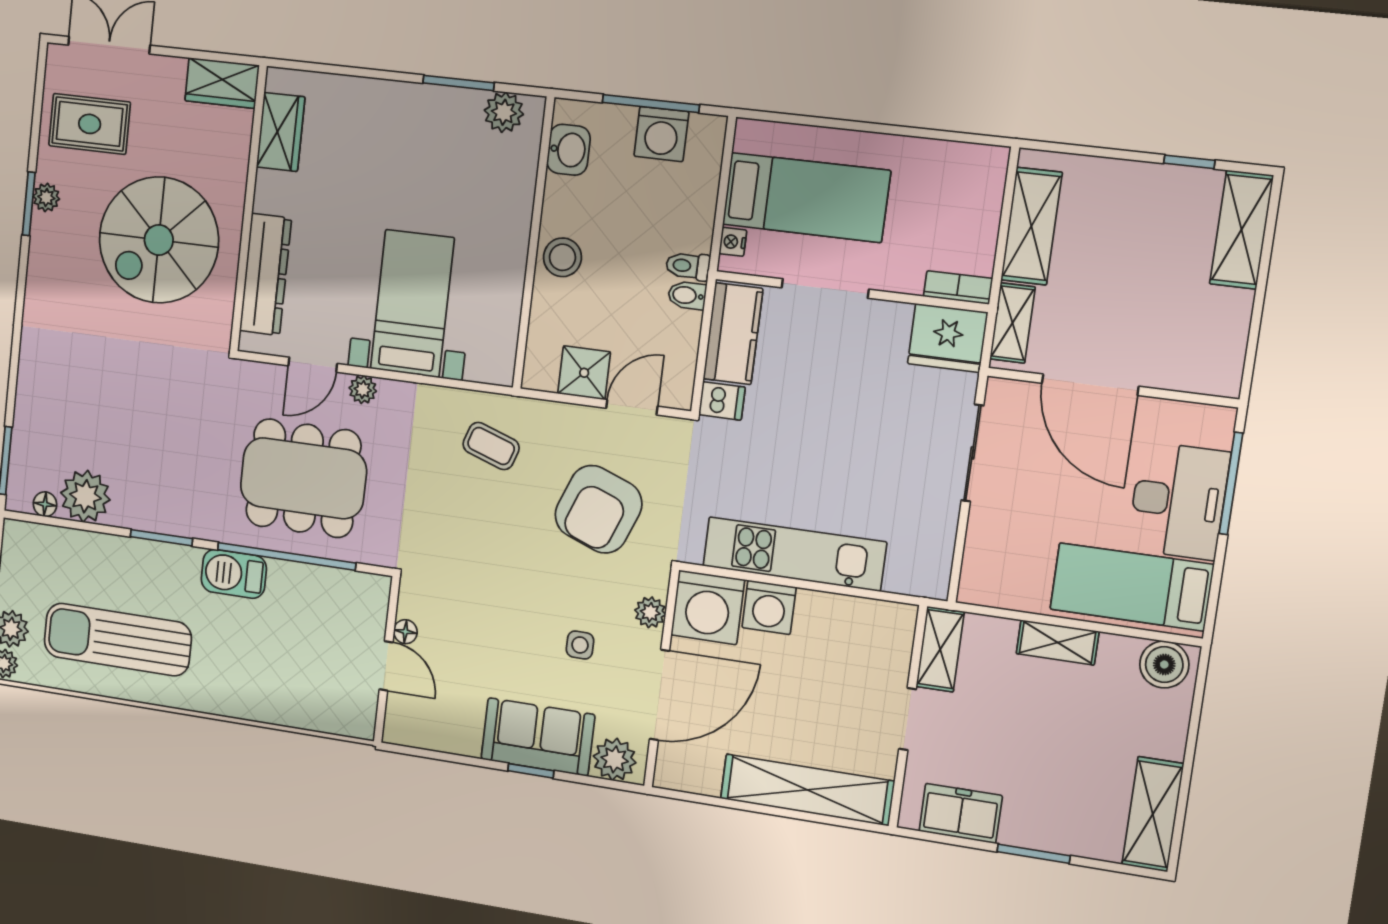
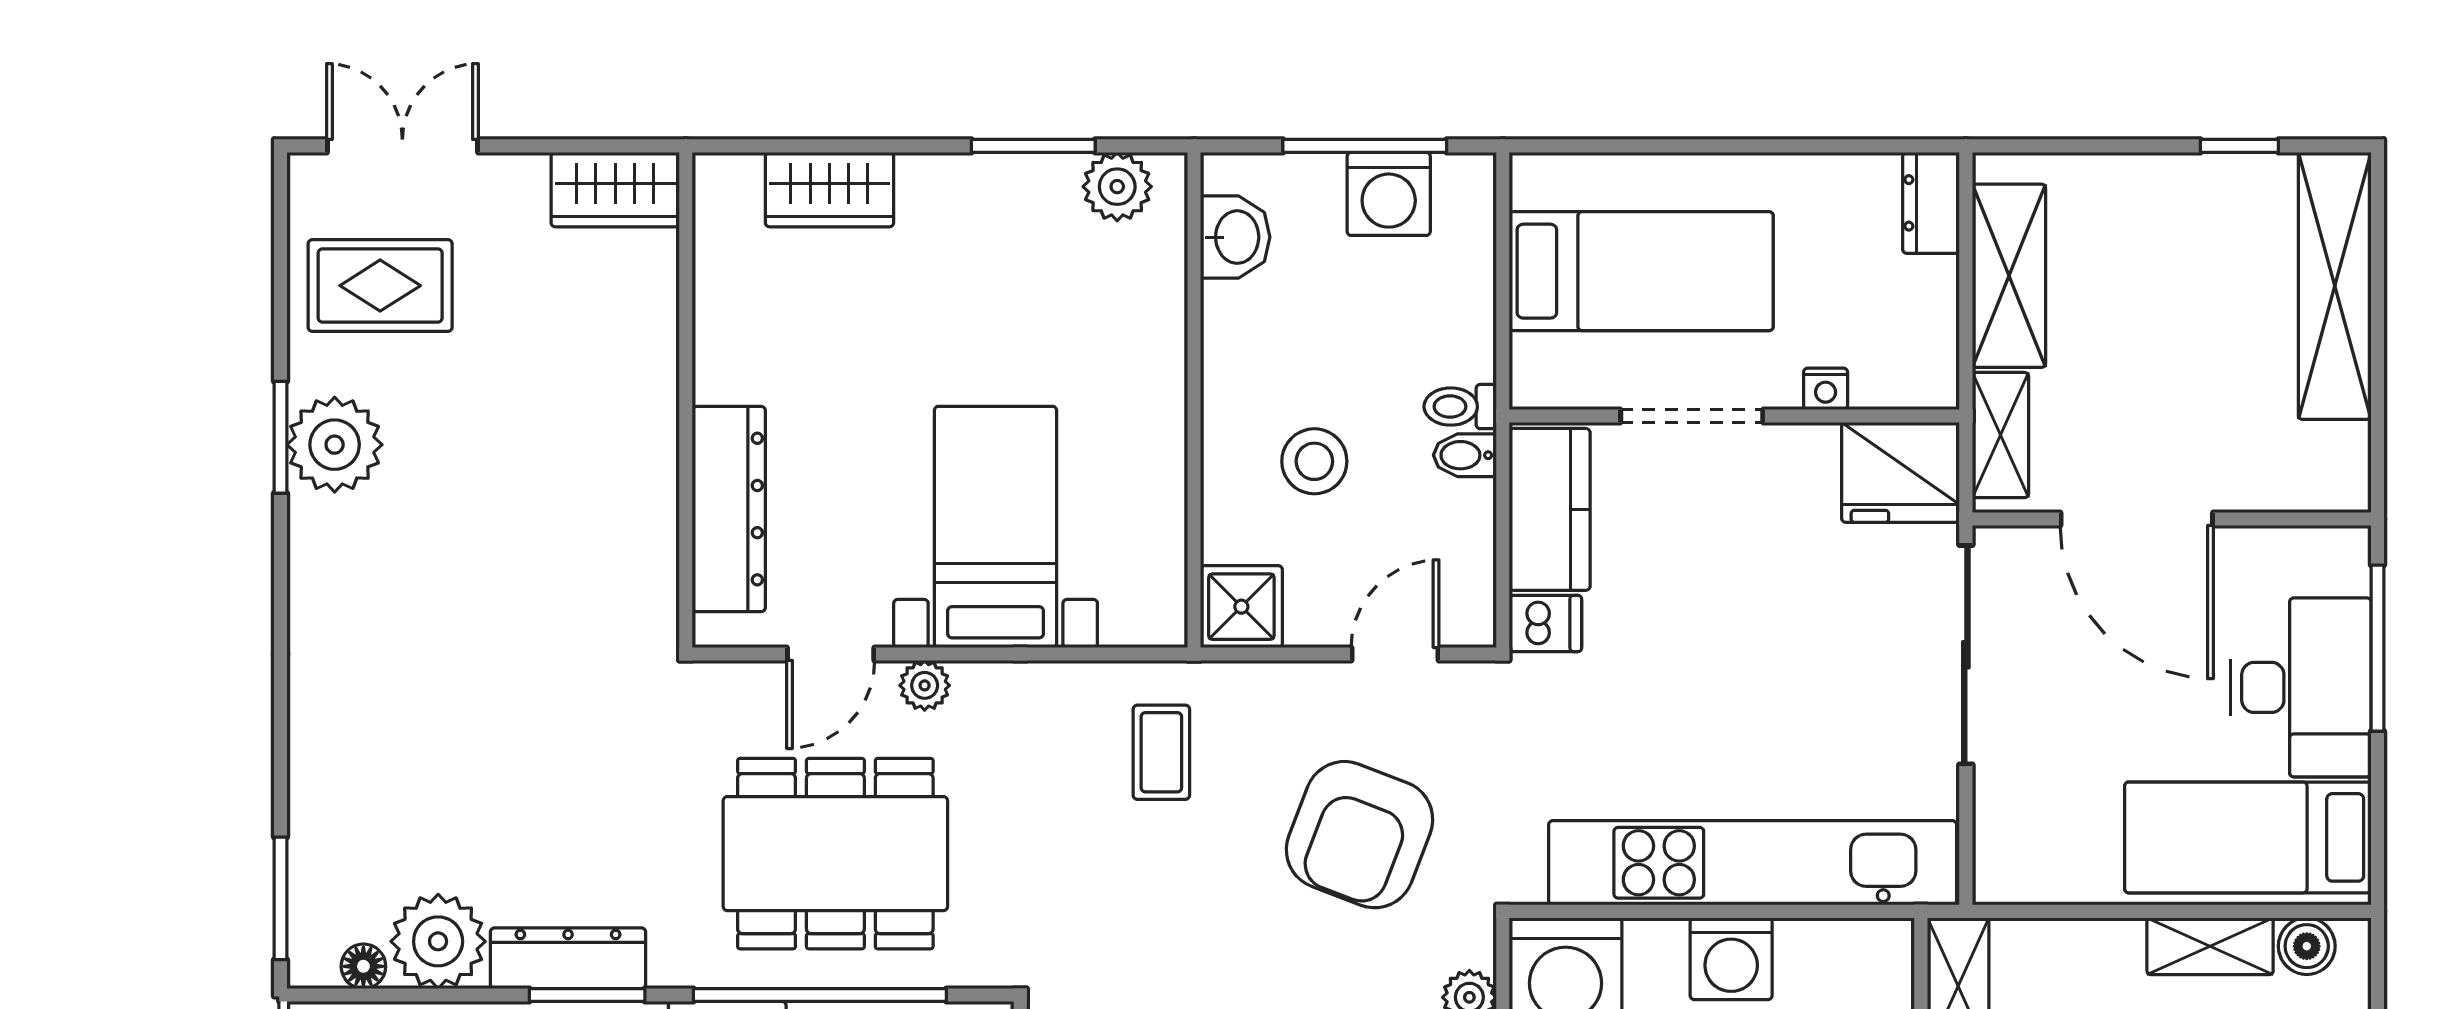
wardrobe: (281, 132) -> (829, 190), moved, turned 90
dresser: (989, 176) -> (1931, 203), added
plant: (46, 197) -> (335, 445), width x1.88, depth x1.88
shelving: (1242, 230) -> (2335, 286), width x1.47
spiral stairs: (159, 240) -> (528, 472), removed
nightstand: (733, 242) -> (1826, 389), moved, turned -90
stool: (562, 257) -> (1314, 461), moved
bookcase: (958, 287) -> (1906, 388), removed
shower: (584, 373) -> (1241, 607), moved
coffee table: (491, 446) -> (1161, 752), turned 71
sliding door: (972, 453) -> (1966, 655), width x1.37
dresser: (153, 516) -> (568, 958), added
kitchen unit: (794, 554) -> (1753, 863), width x1.36
washing machine: (769, 607) -> (1731, 959), moved
shelving: (1058, 642) -> (2210, 946), moved
boiler: (1164, 664) -> (2307, 946), width x0.73, depth x0.73

